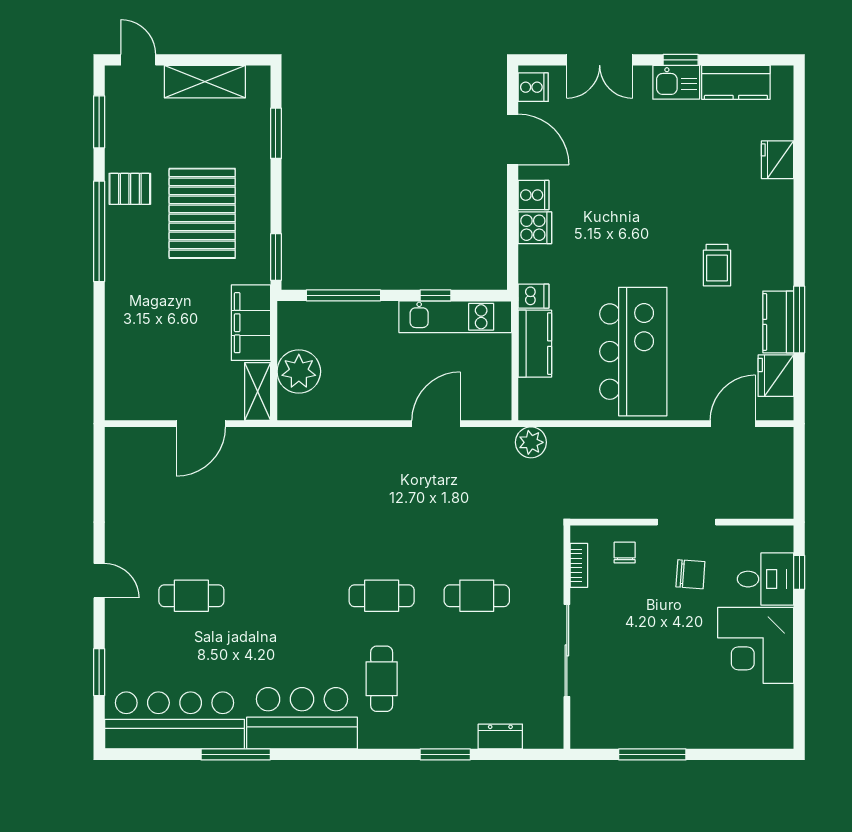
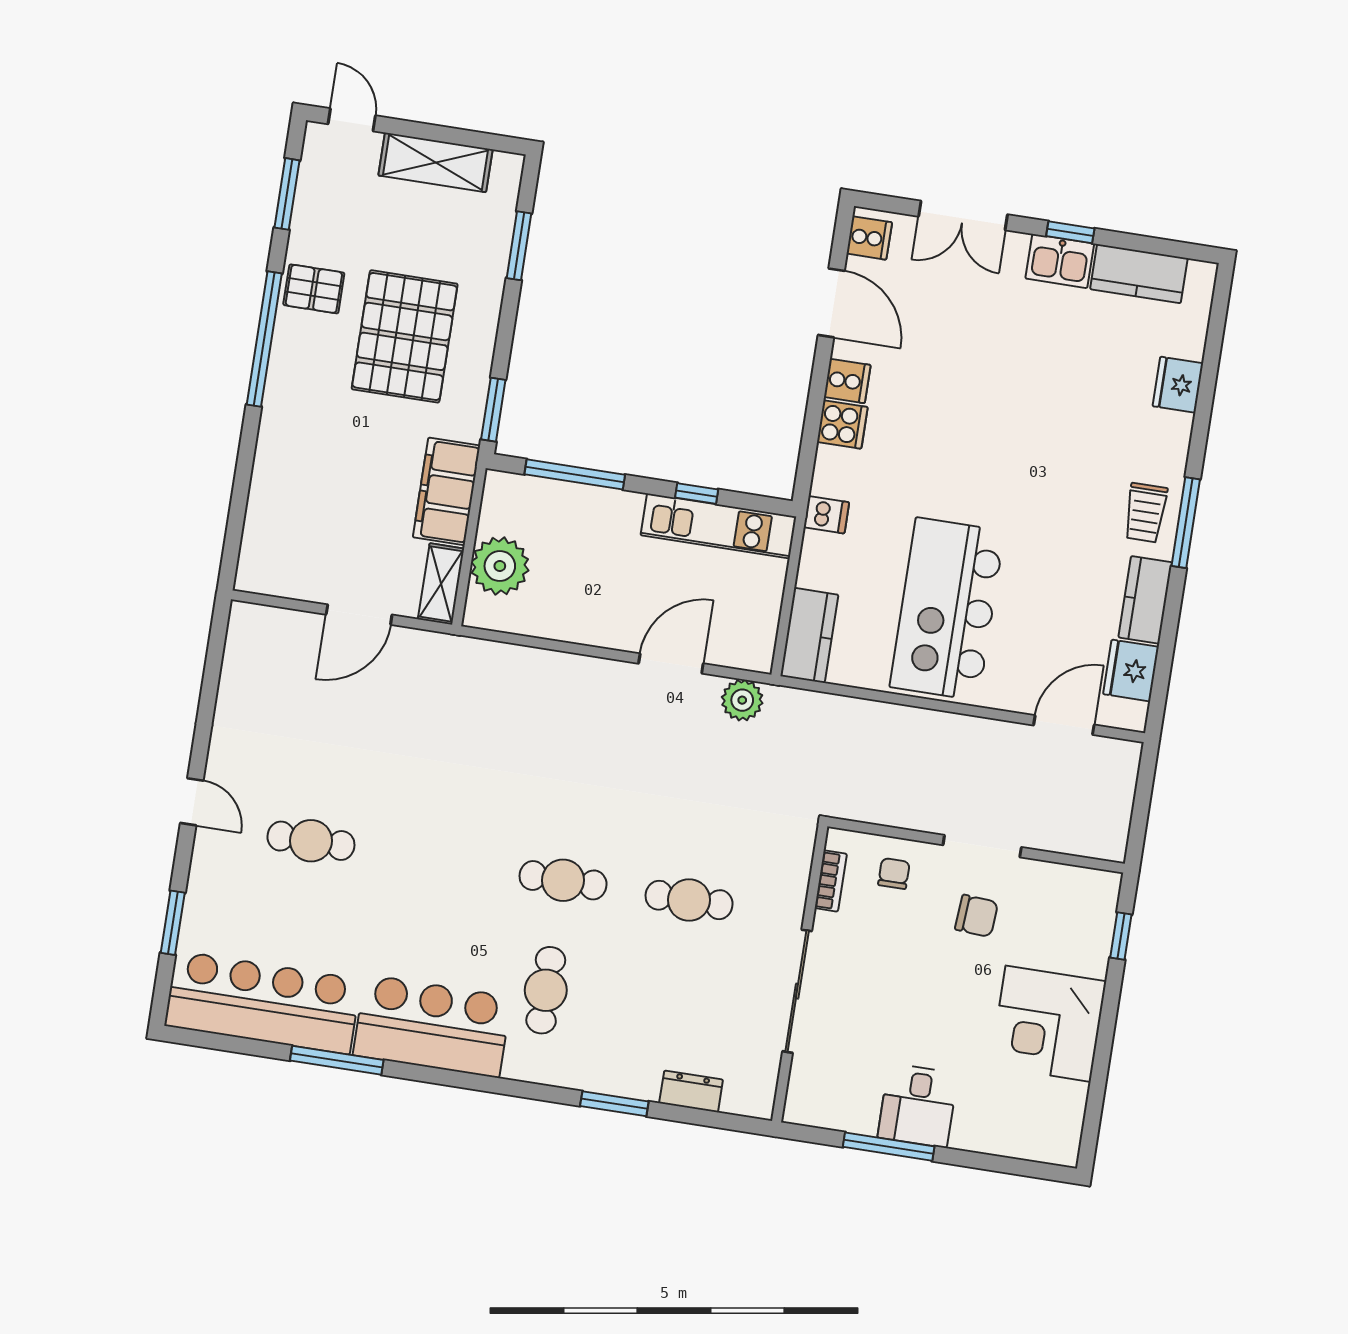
trolley: (717, 265) -> (1146, 513), moved
window: (799, 319) -> (1186, 523), moved
kitchen counter: (535, 344) -> (809, 635), moved
kitchen island: (633, 352) -> (947, 609), turned 180
plant: (531, 442) -> (742, 700), moved
desk: (765, 579) -> (918, 1106), moved, turned 90

